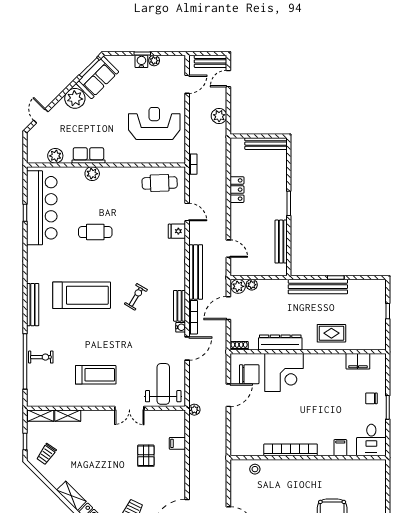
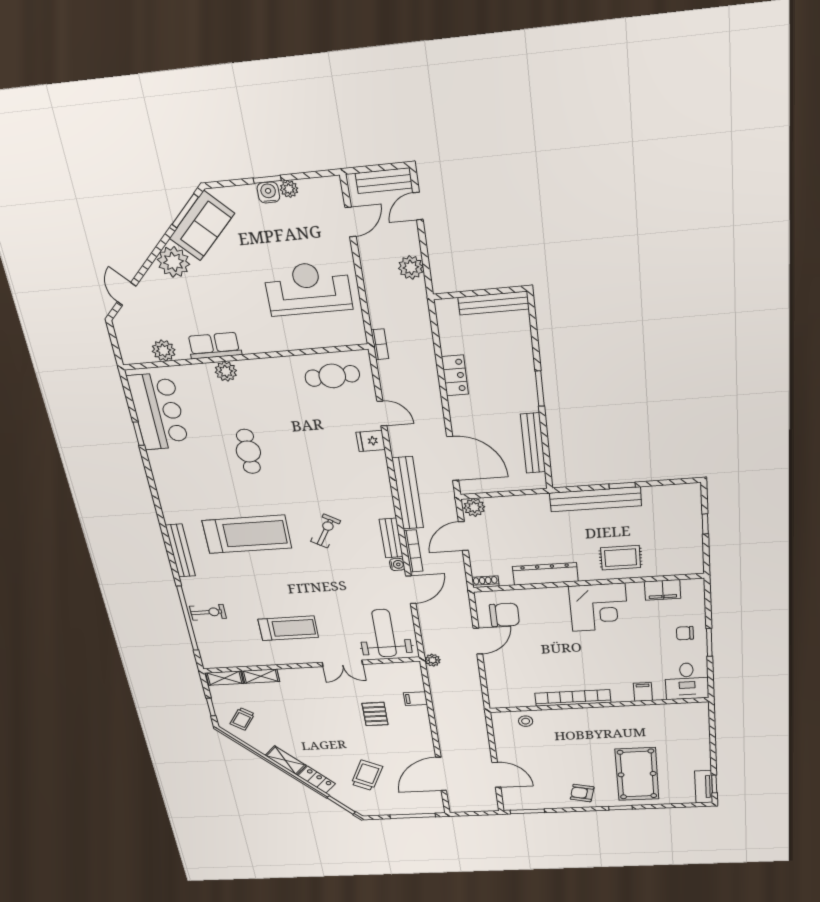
bar counter: (42, 208) -> (158, 411), width x0.73
cafe table: (95, 232) -> (248, 451), turned 90
door: (228, 249) -> (453, 459), width x1.88
plant: (252, 285) -> (495, 504), removed
corner desk: (284, 373) -> (599, 607), moved

